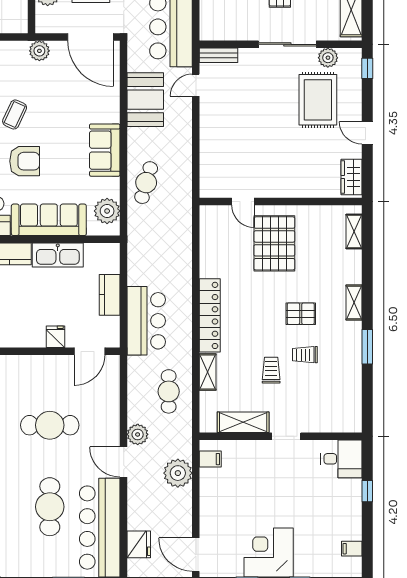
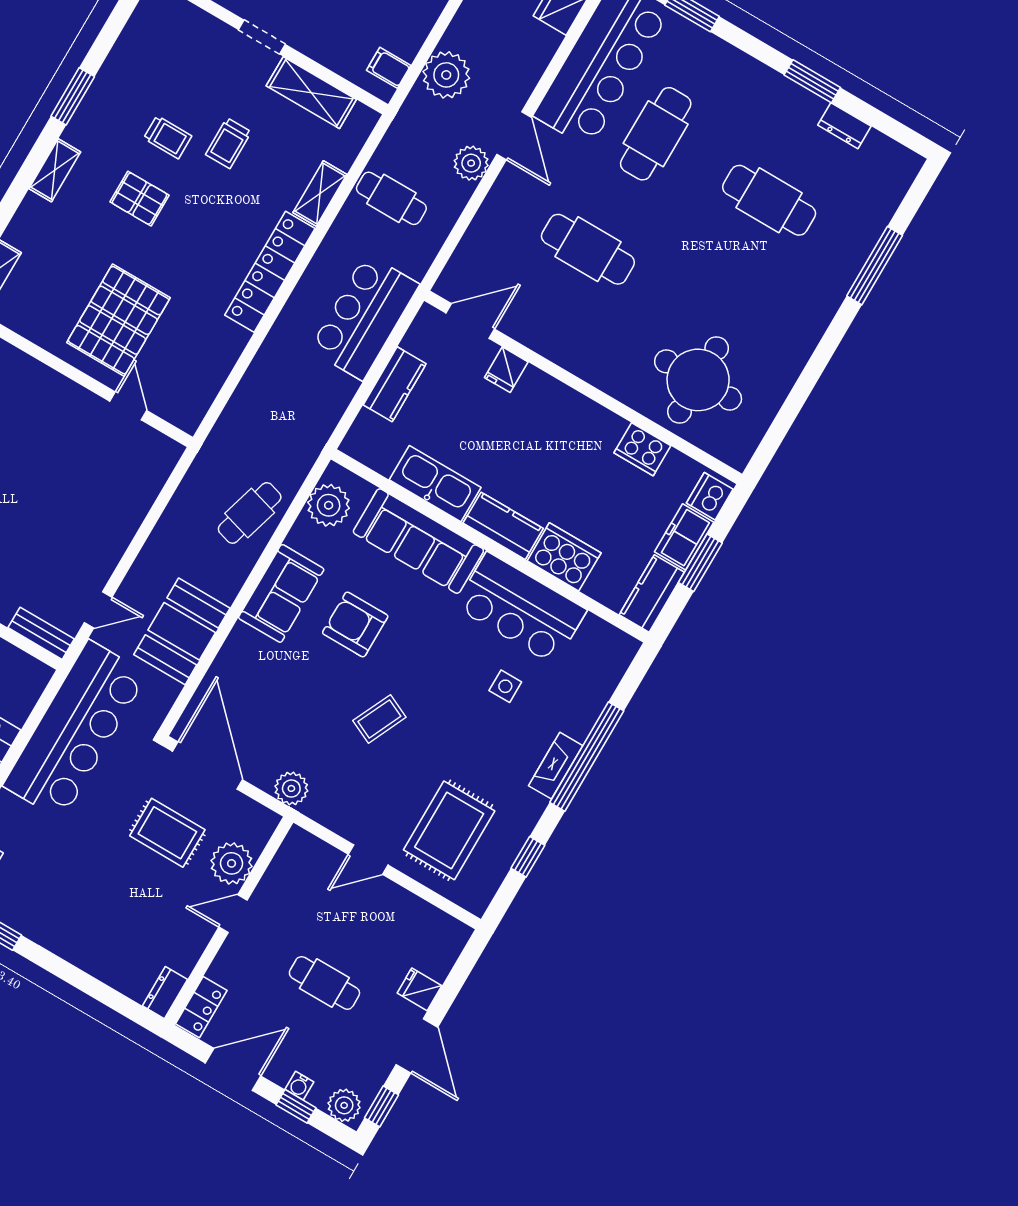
armchair: (25, 161) -> (355, 624), moved
cafe table: (169, 391) -> (391, 198), turned 90

